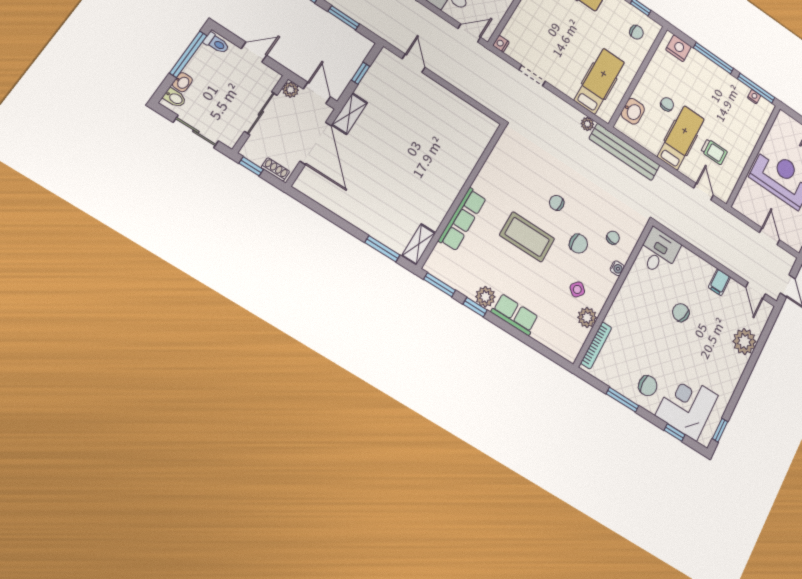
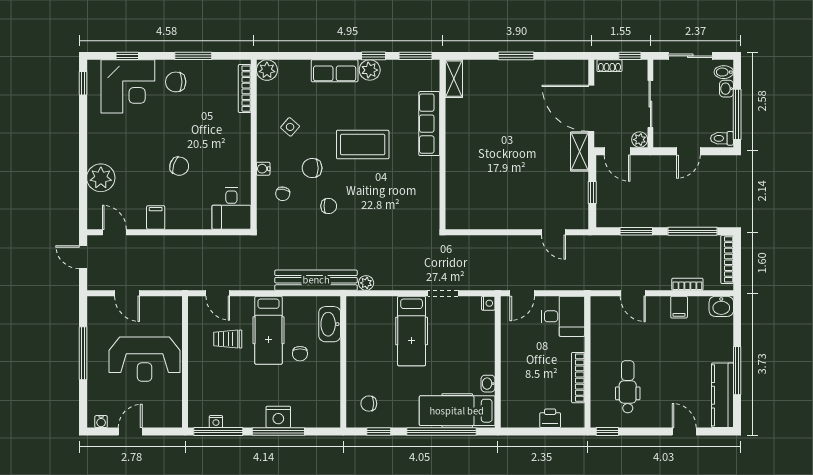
nightstand: (679, 48) -> (278, 417), moved
hospital bed: (599, 81) -> (412, 331), moved
washbasin: (633, 111) -> (330, 324), width x1.38
chair: (557, 203) -> (329, 206), moved
window: (382, 249) -> (516, 56), moved
plant: (587, 317) -> (267, 70), moved

